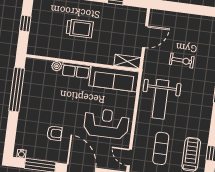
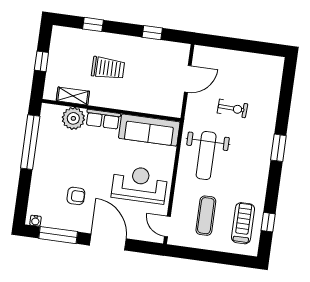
shelving: (127, 61) -> (73, 96), moved
plant: (57, 66) -> (73, 118), width x1.88, depth x1.88

